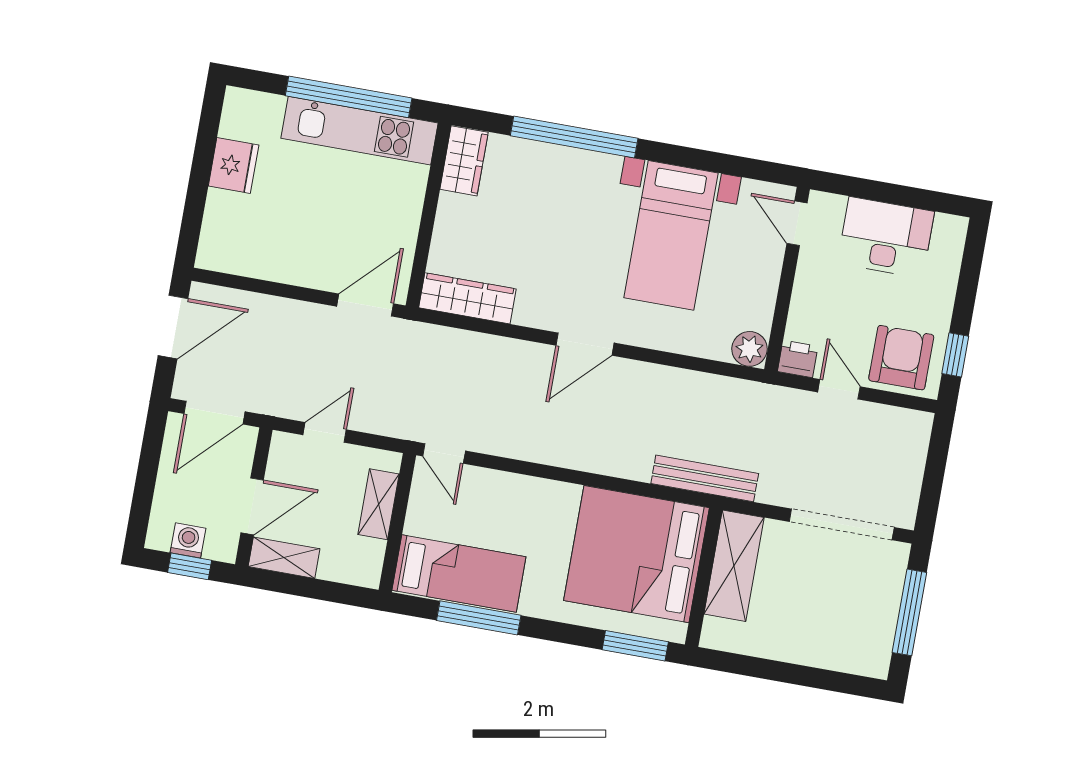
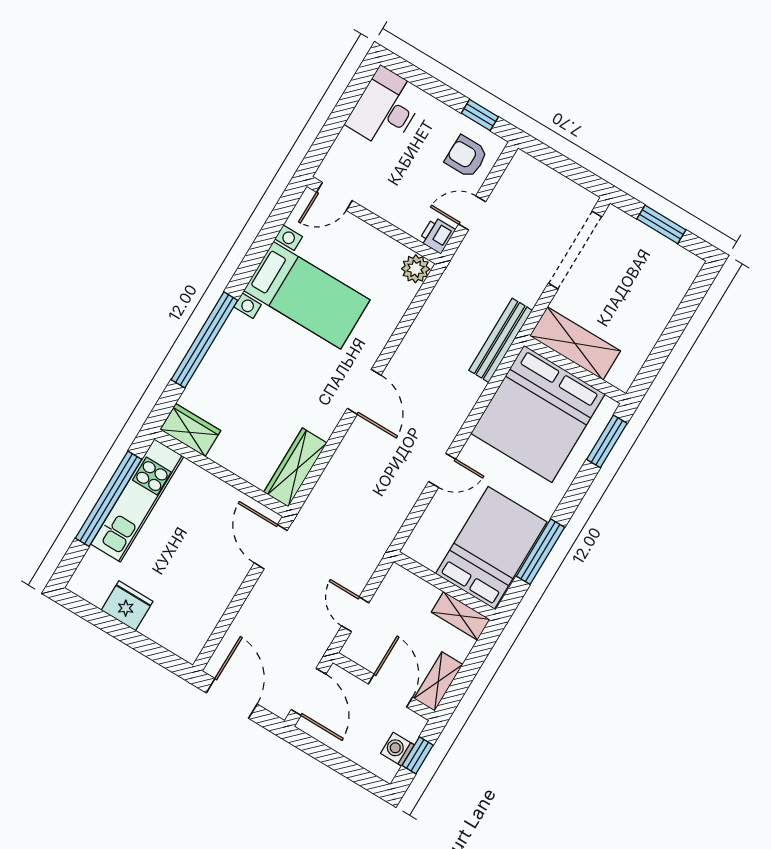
desk: (886, 237) -> (386, 109), moved
armchair: (901, 358) -> (466, 157), width x0.72, depth x0.72
door: (444, 454) -> (442, 470), moved
shelving: (378, 504) -> (461, 616), moved
bed: (459, 574) -> (491, 548), width x1.50
window: (909, 612) -> (661, 224), width x0.69

